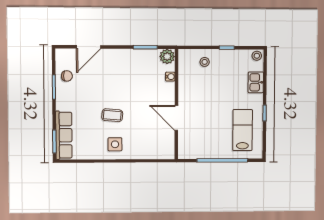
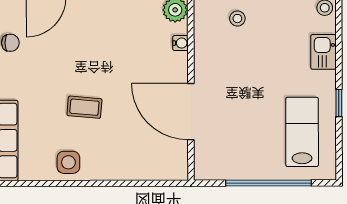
door: (176, 118) -> (191, 112), width x1.36
side table: (115, 144) -> (68, 162), moved

